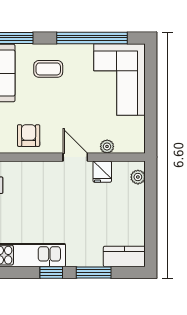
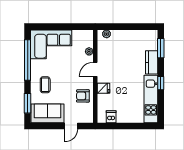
fridge: (102, 172) -> (103, 88), moved
kitchen counter: (124, 257) -> (152, 62), moved
window: (94, 273) -> (161, 48), moved

